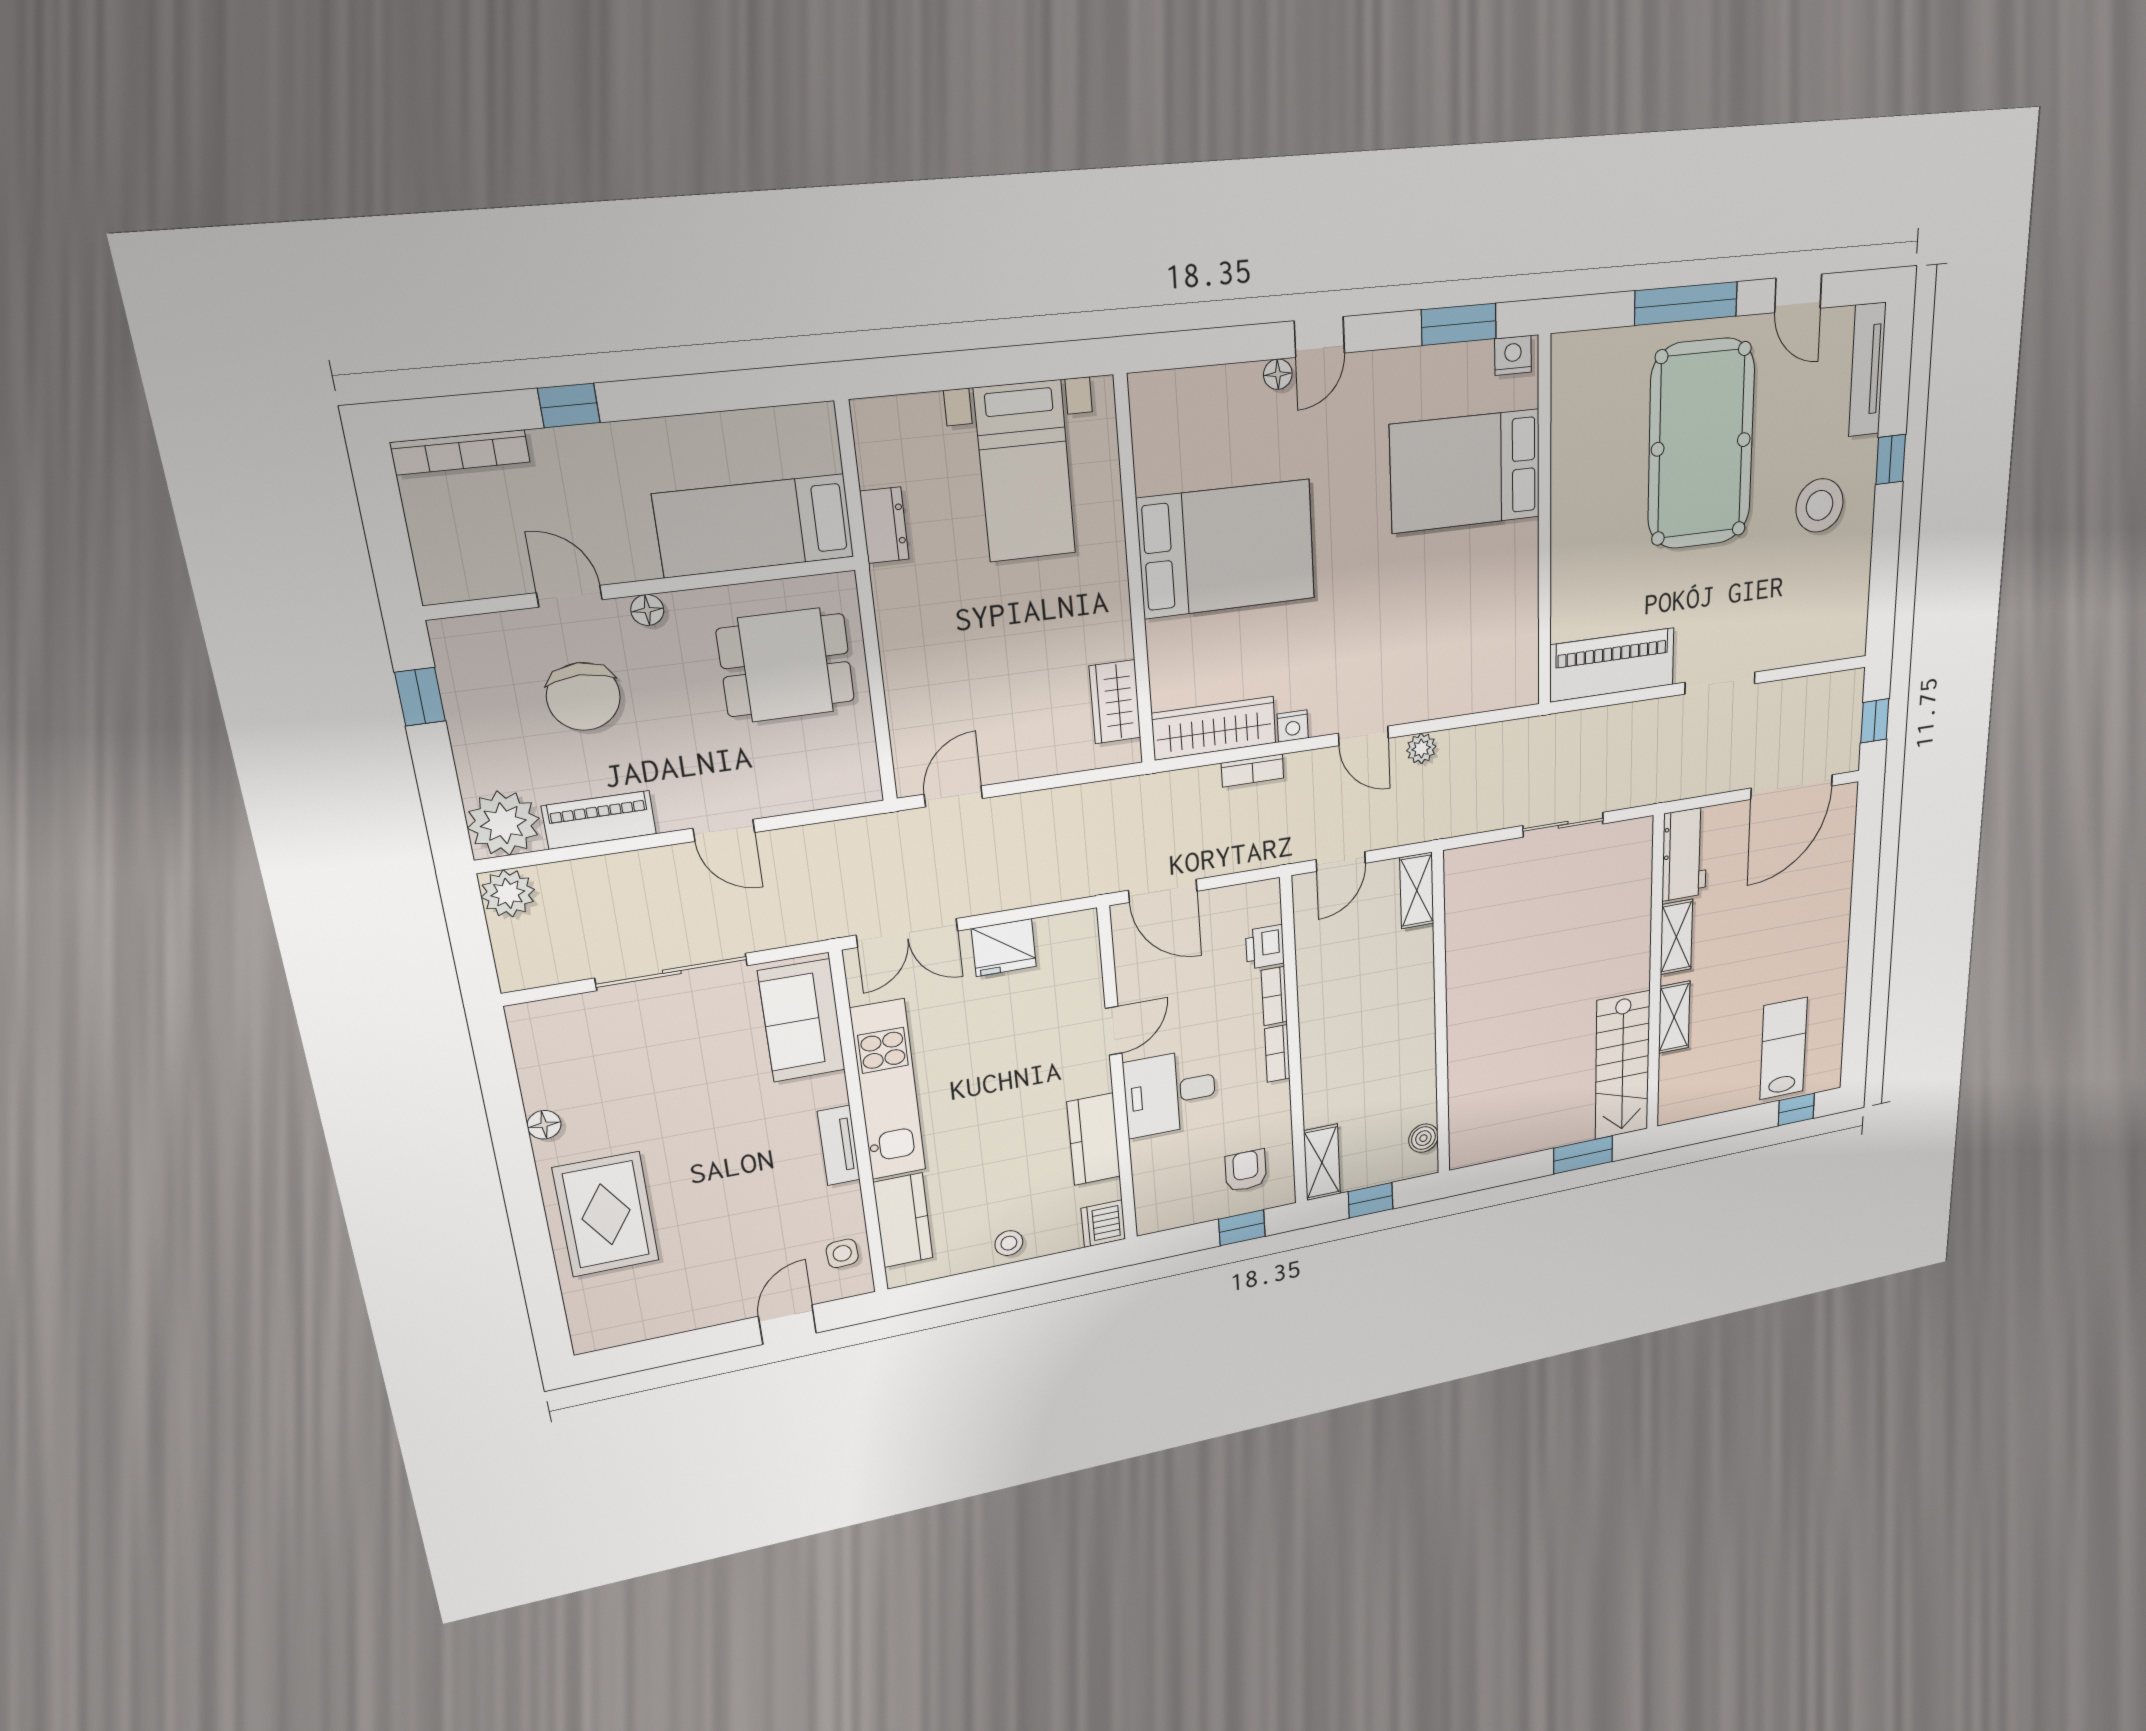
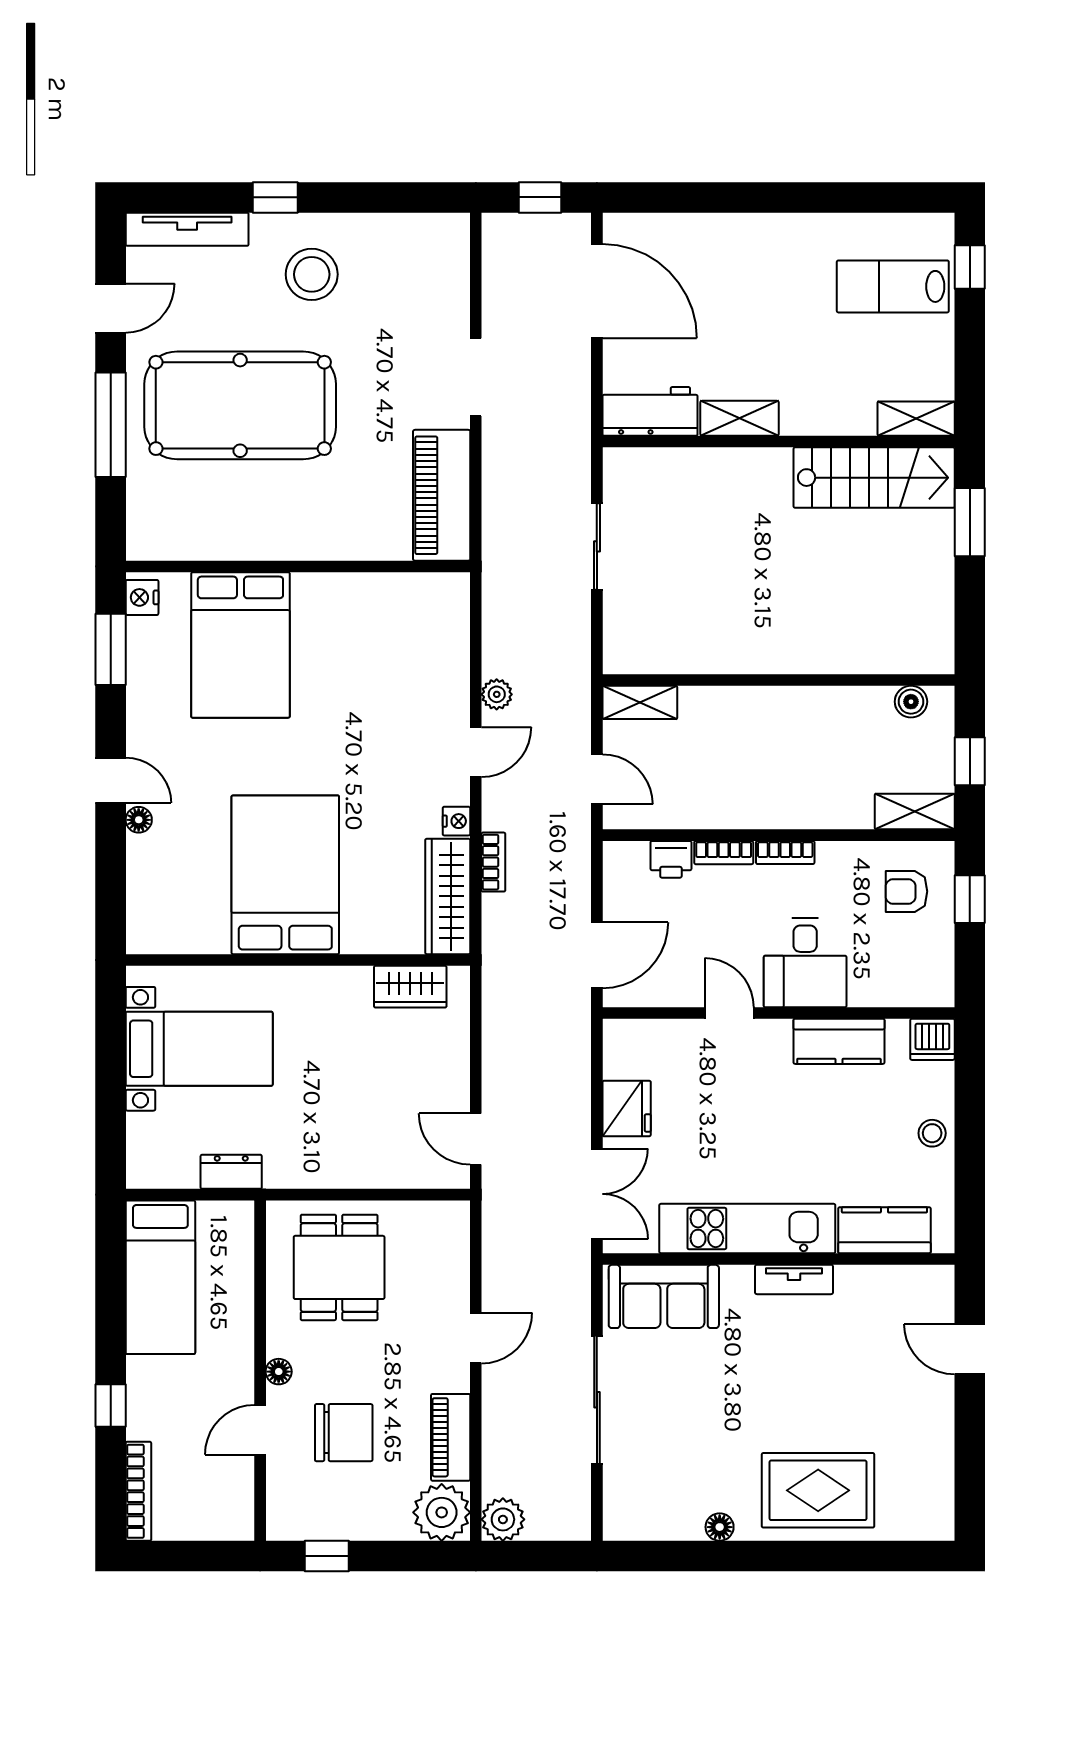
bed: (754, 526) -> (160, 1277), moved
shelving: (1674, 1017) -> (916, 419), moved
side table: (842, 1253) -> (906, 1290), removed

